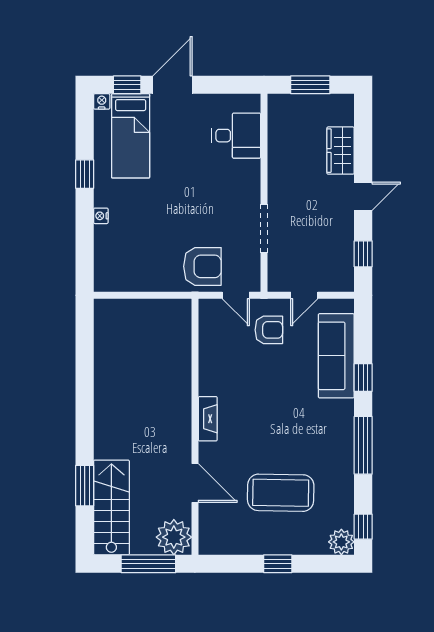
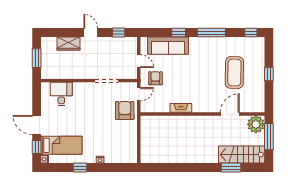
fireplace: (208, 419) -> (181, 108), moved
plant: (341, 542) -> (258, 43), removed

